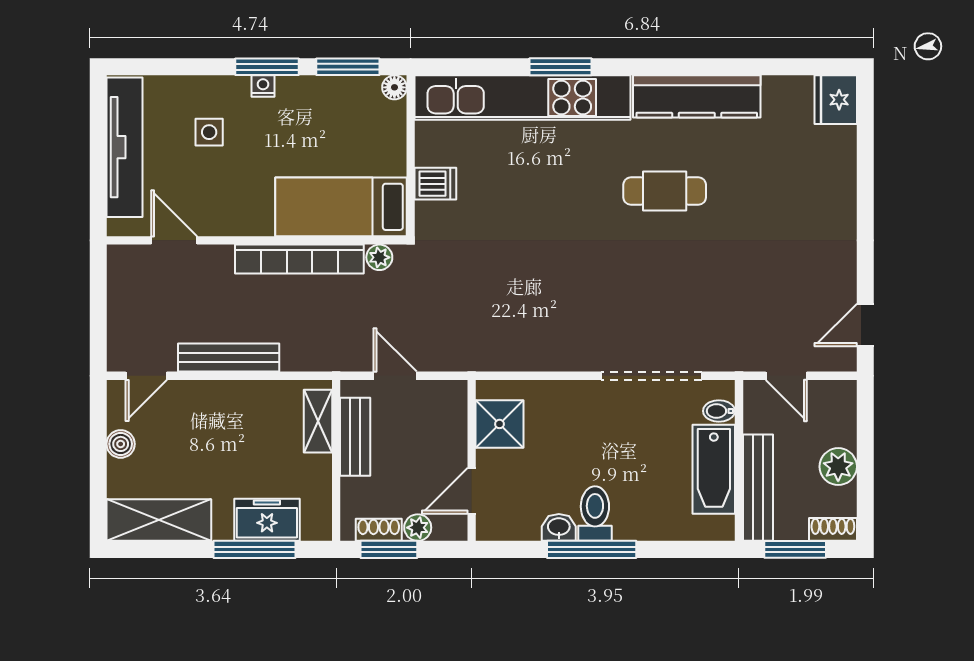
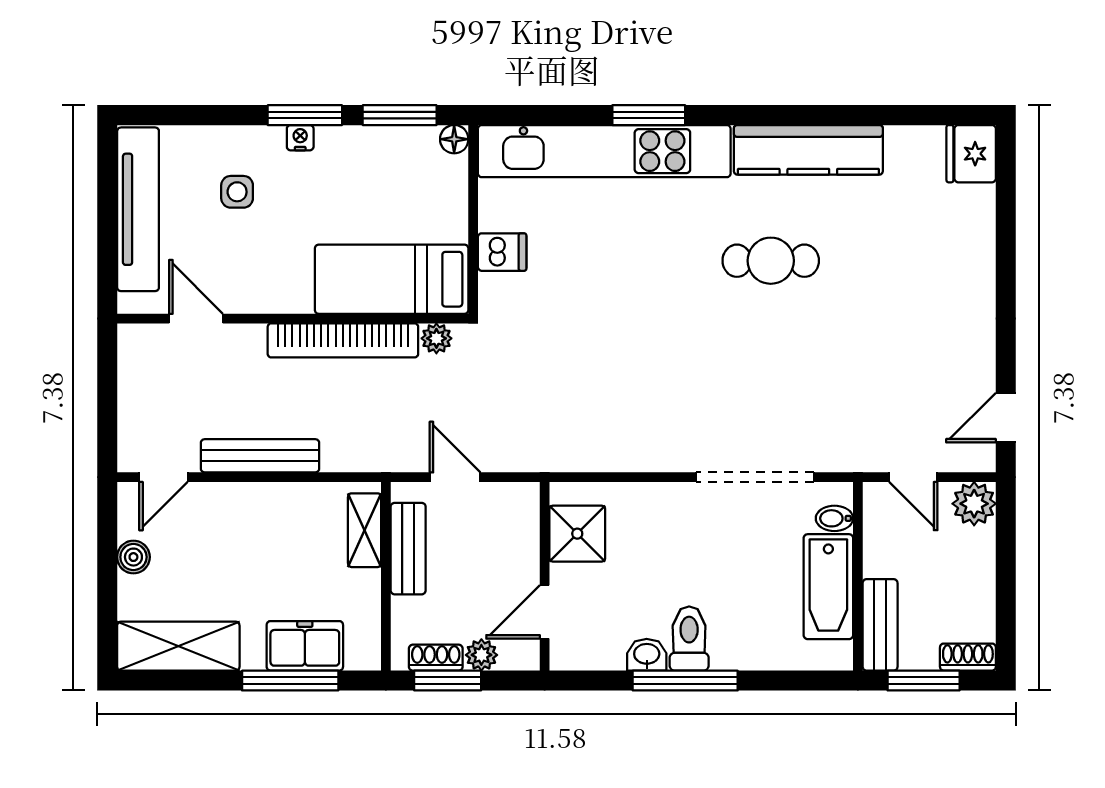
plant: (838, 467) -> (974, 504), moved
bench: (758, 488) -> (880, 625), width x0.73

